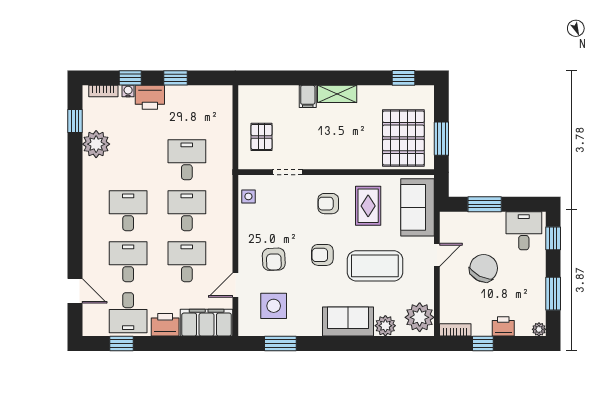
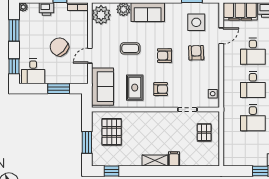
pallet: (403, 138) -> (112, 132), width x0.73, depth x0.71
window: (441, 139) -> (87, 142), moved
armchair: (322, 255) -> (164, 56), turned 180
coffee table: (375, 266) -> (130, 48), width x0.54, depth x0.58
chair: (484, 268) -> (59, 47), turned 106

